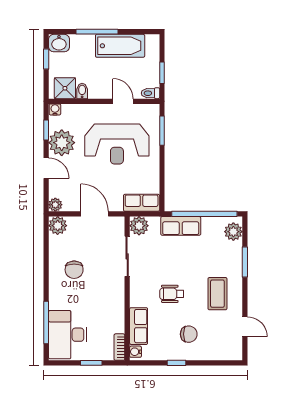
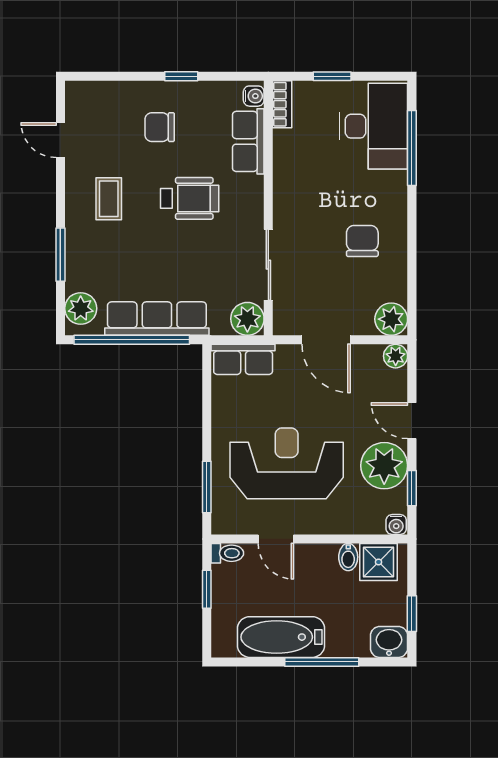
row of seats: (181, 226) -> (157, 319), width x1.48
wheelchair: (172, 294) -> (190, 198), width x1.36, depth x1.37
coffee table: (217, 294) -> (109, 199), width x0.73, depth x0.77

